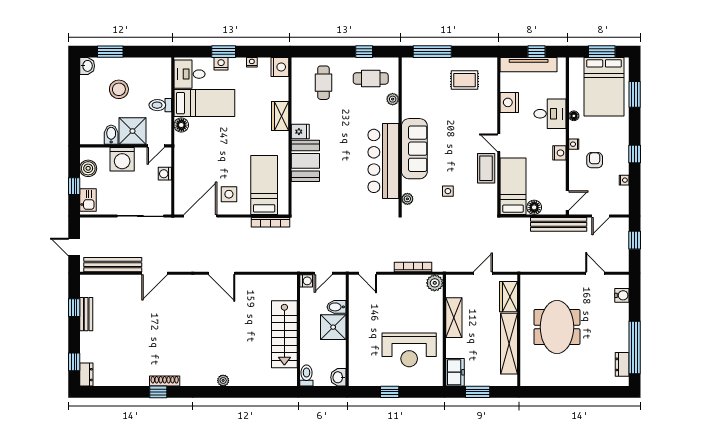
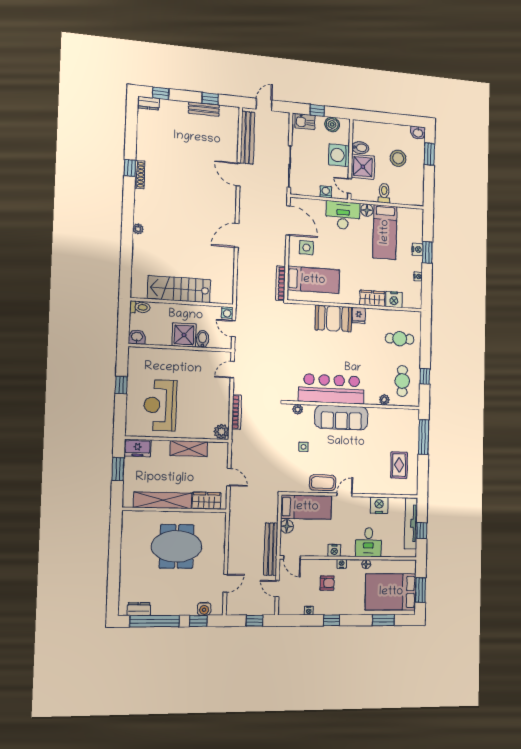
nightstand: (280, 67) -> (394, 299), moved
desk: (190, 74) -> (343, 215), moved, width x1.37
window: (635, 301) -> (198, 621), added

